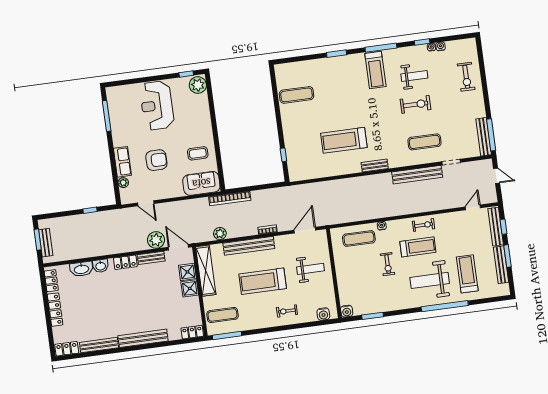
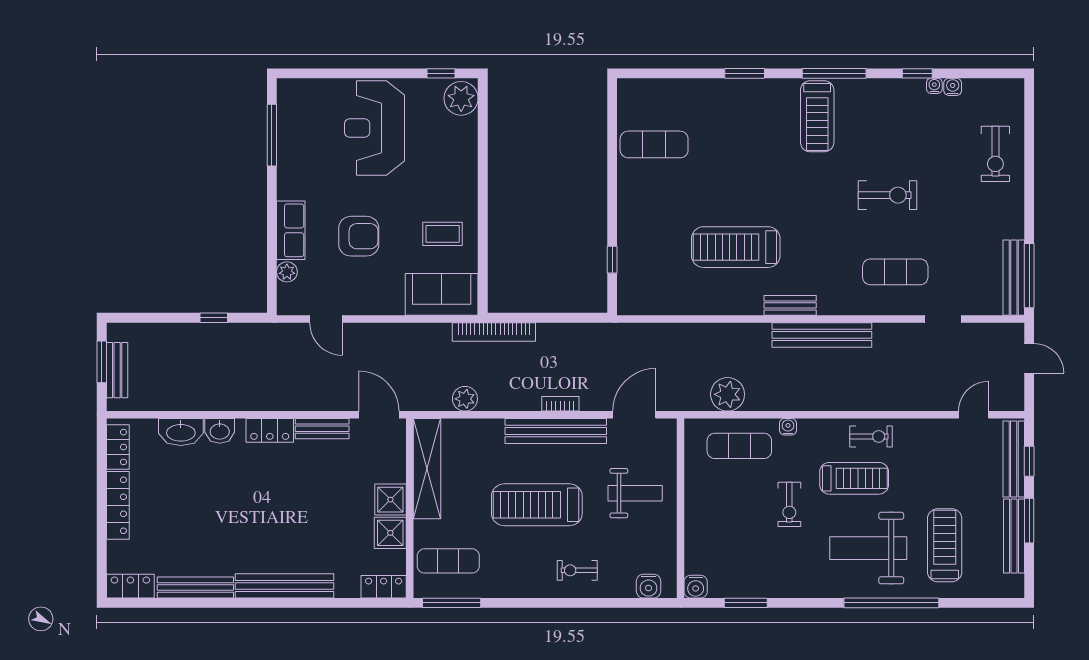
weight bench: (414, 76) -> (893, 139), removed
bench: (417, 175) -> (822, 335), moved
plant: (156, 240) -> (728, 394), moved
bench: (249, 246) -> (556, 431), moved
shower: (187, 272) -> (390, 533), moved

